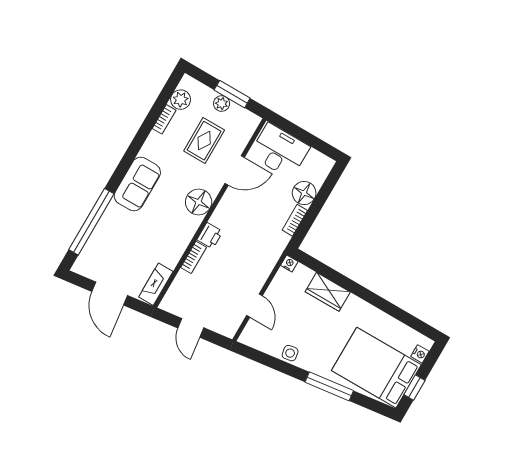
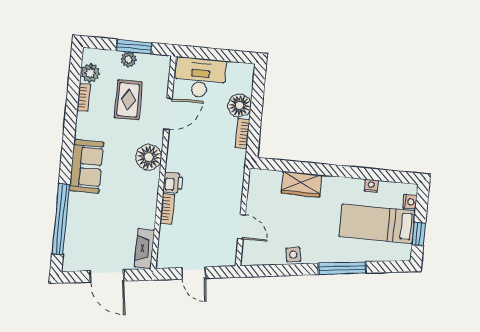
nightstand: (289, 263) -> (371, 186), moved
bed: (376, 368) -> (377, 224), width x0.67

